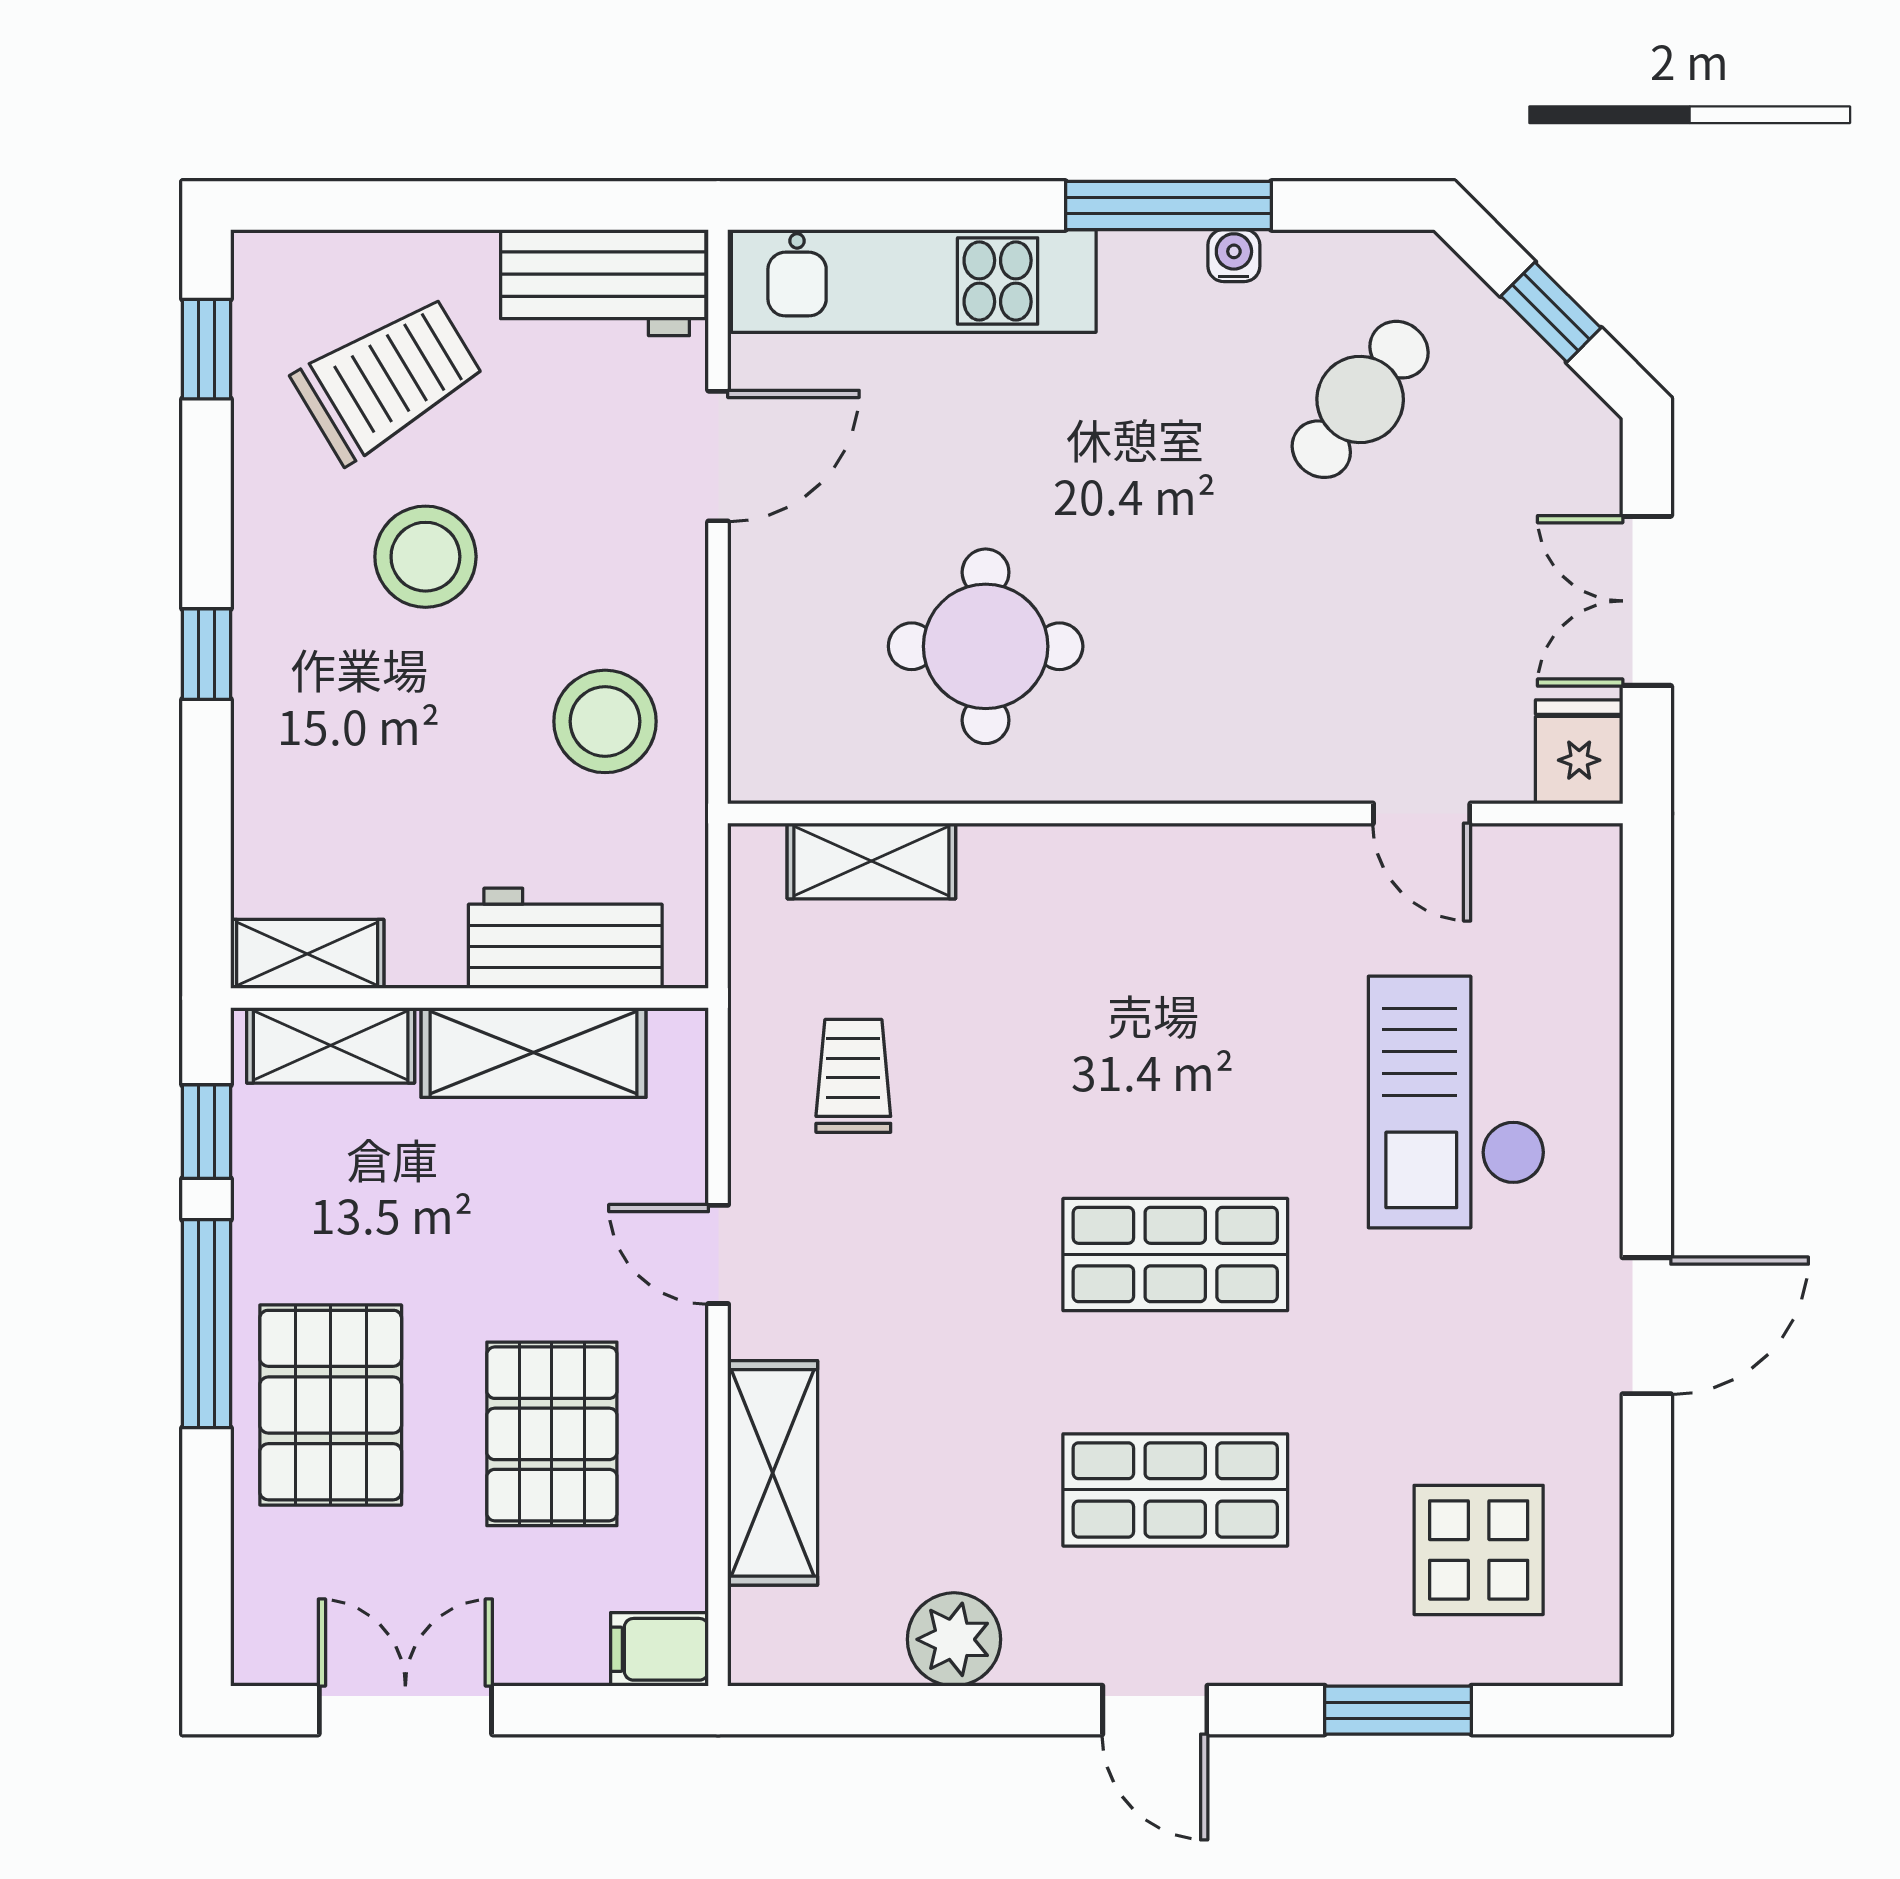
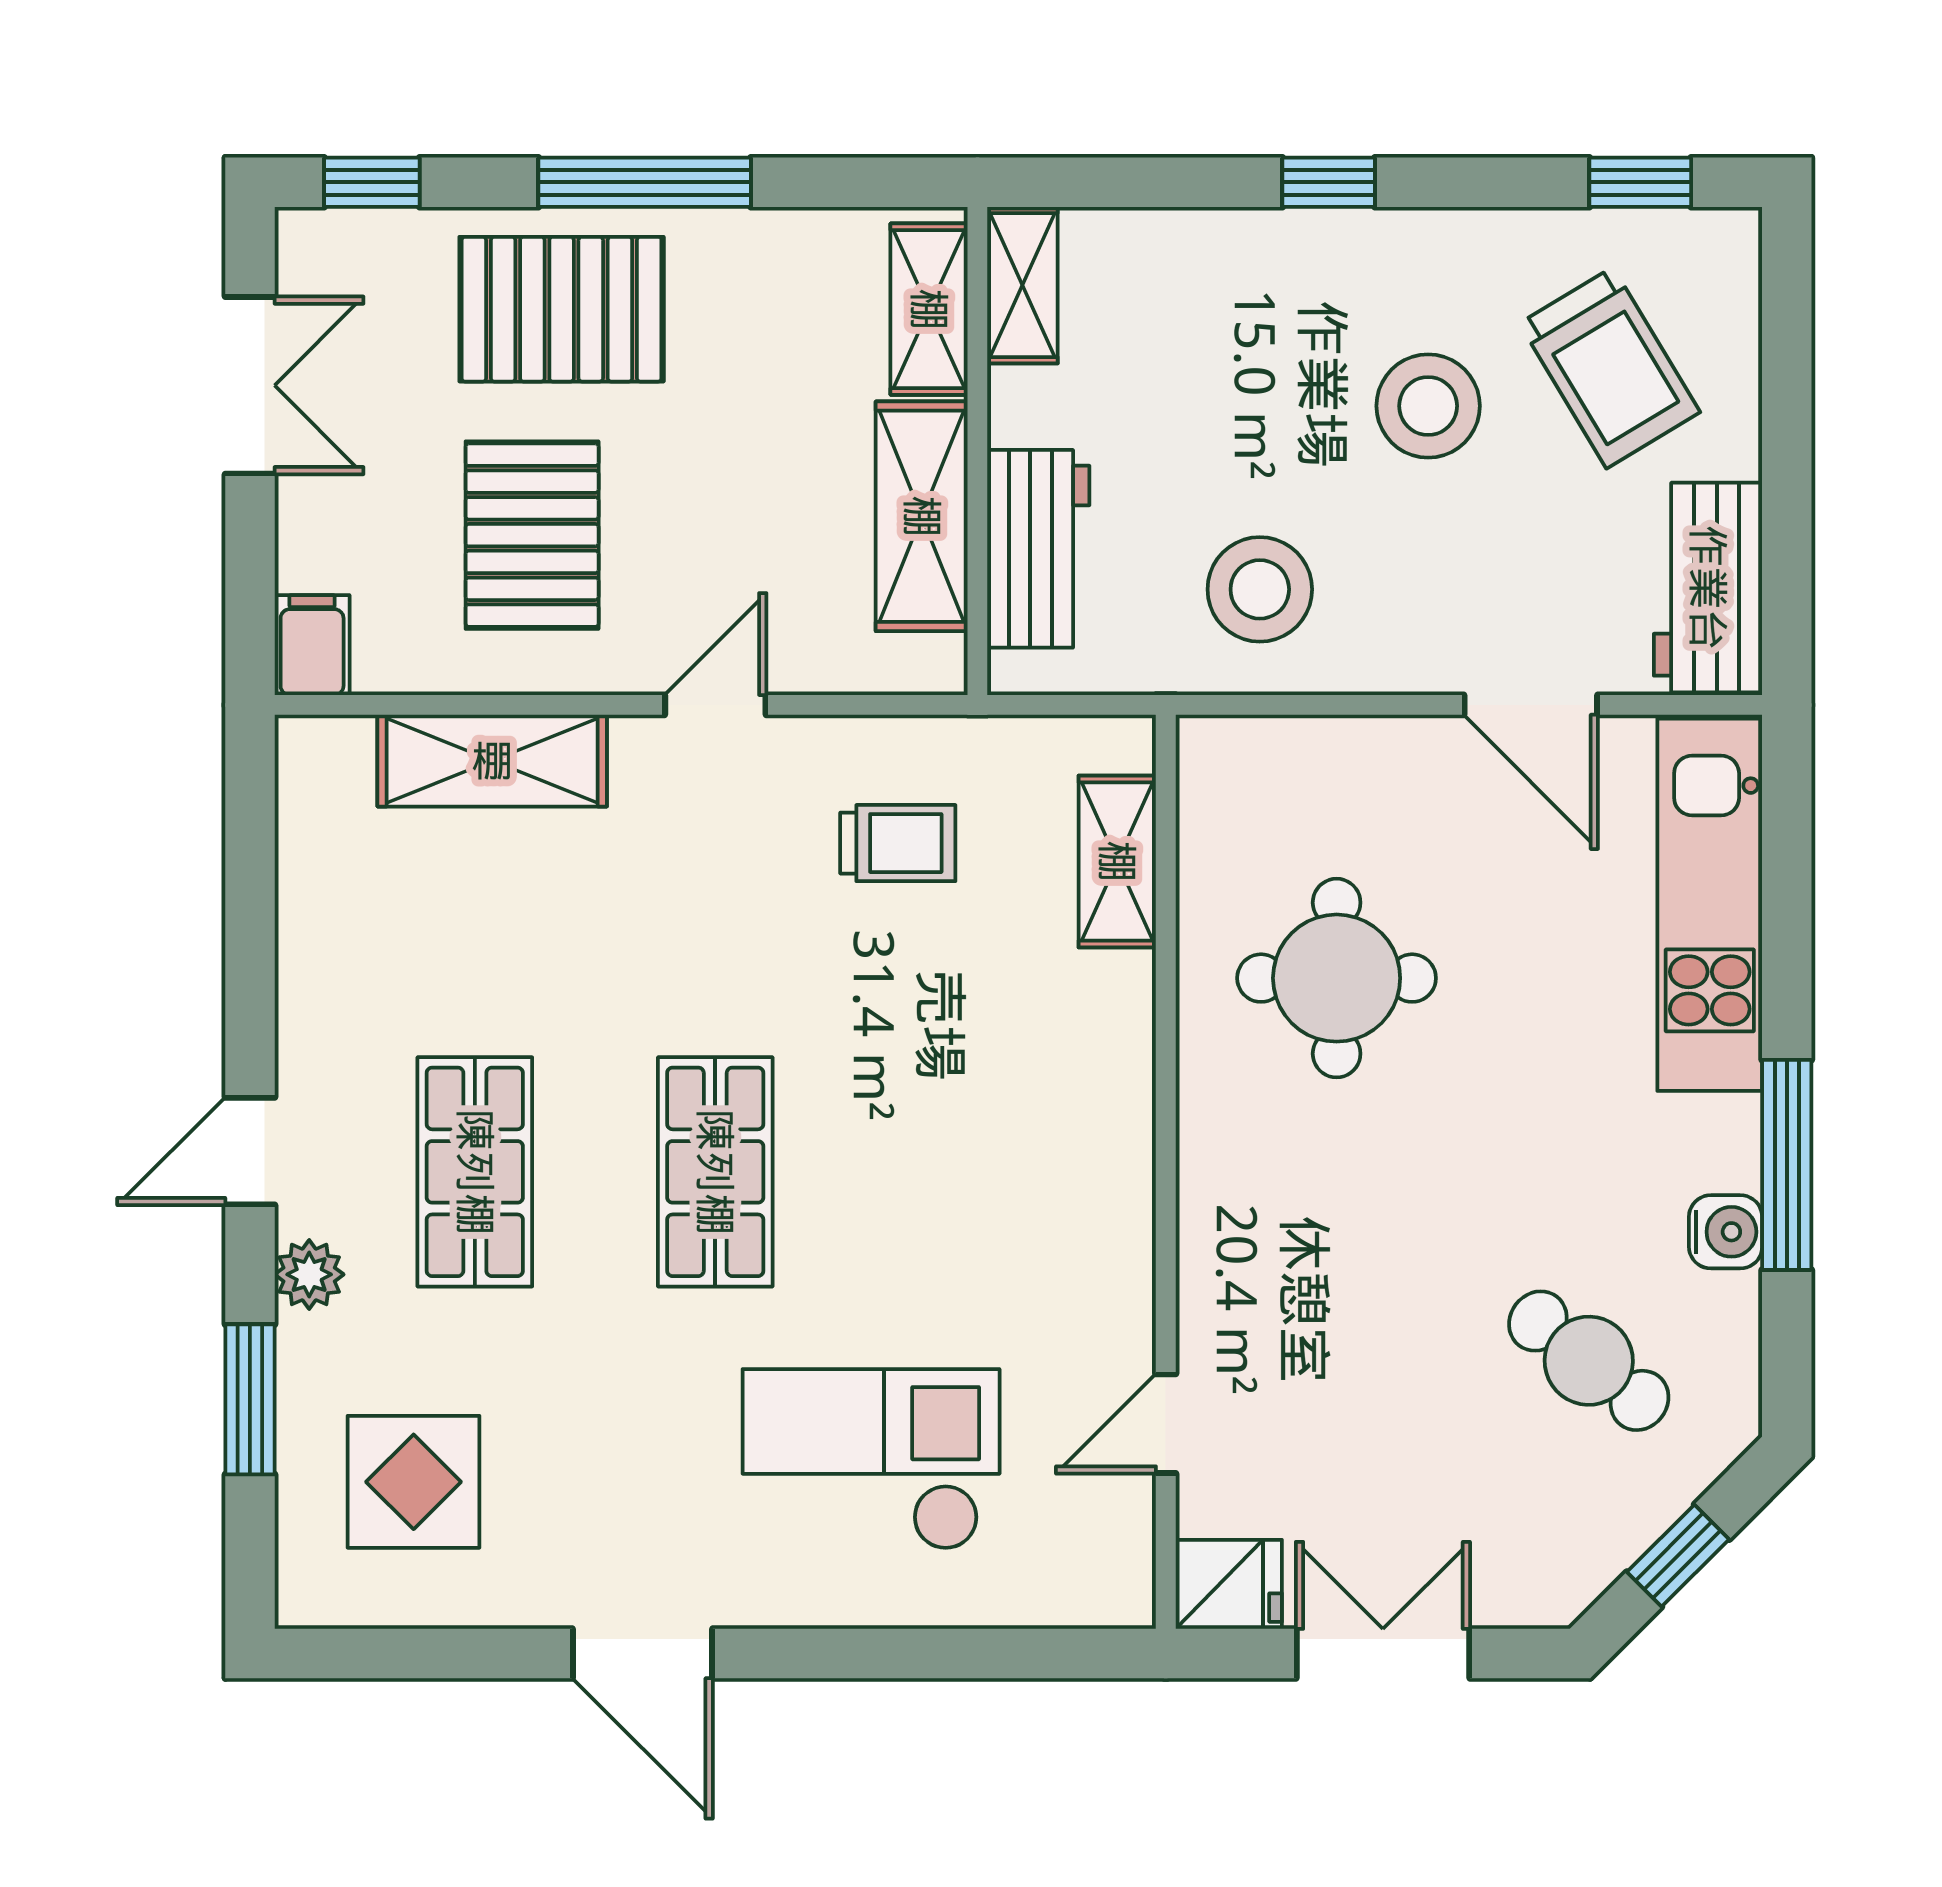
water cooler: (1234, 256) -> (1726, 1232), width x1.38, depth x1.38
window: (206, 1132) -> (372, 182), moved
pallet: (552, 1434) -> (532, 535), turned 90
plant: (954, 1639) -> (309, 1274), moved, width x0.73, depth x0.73

